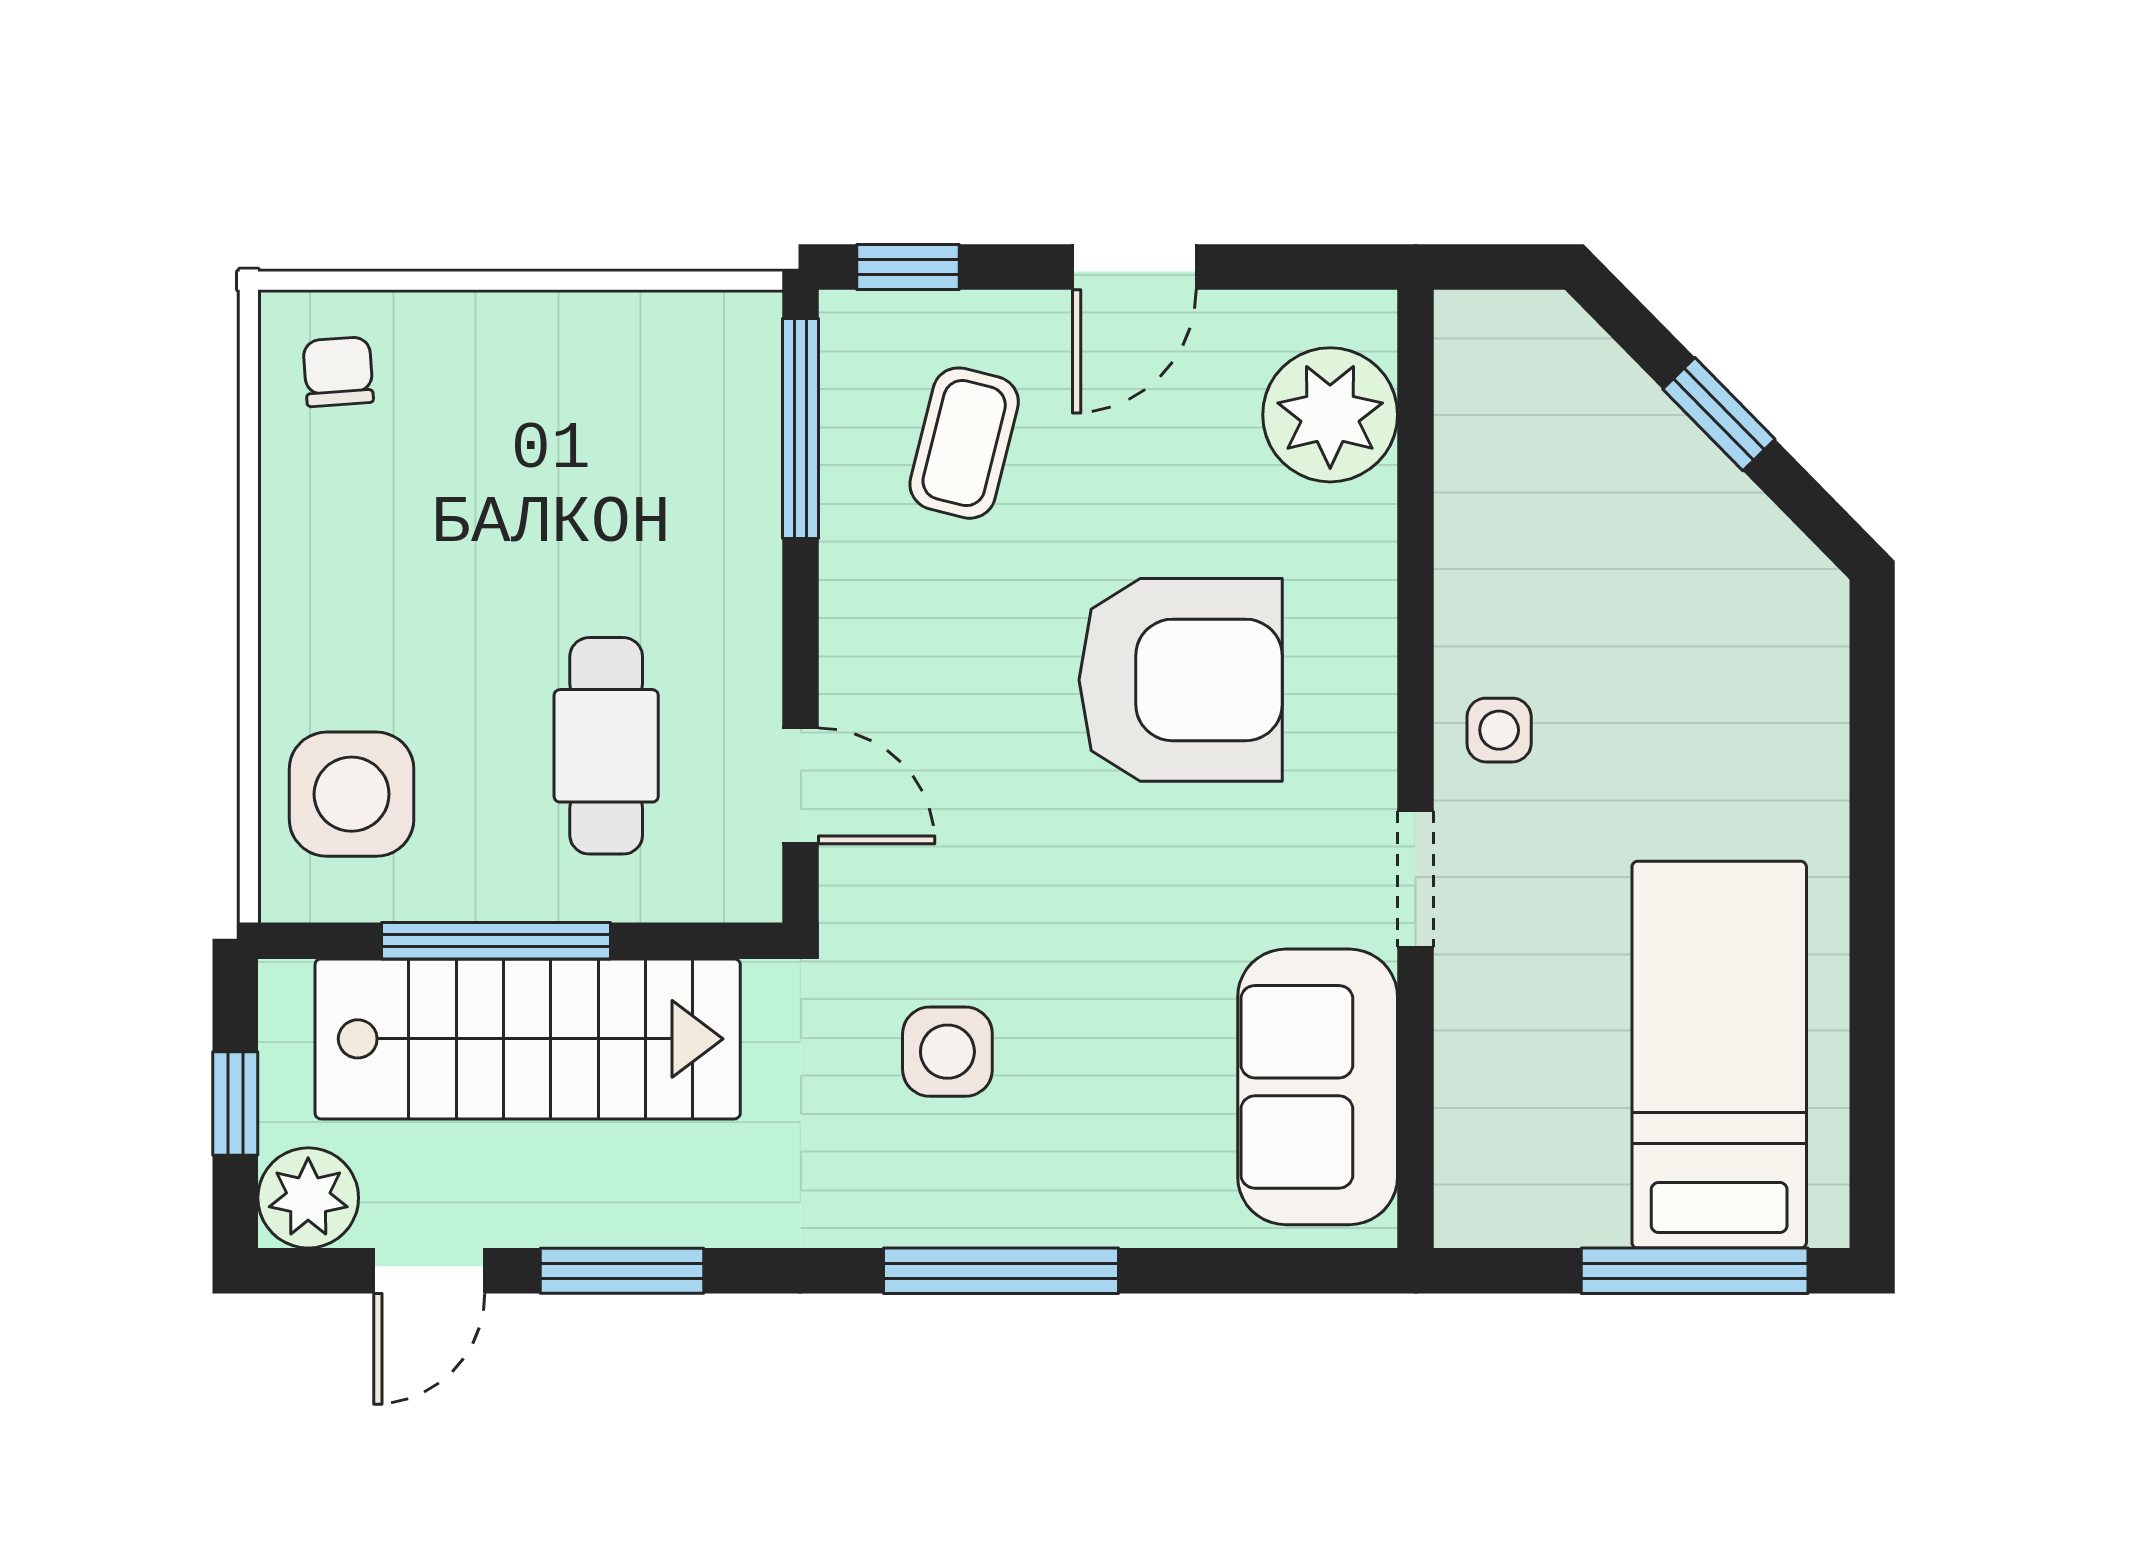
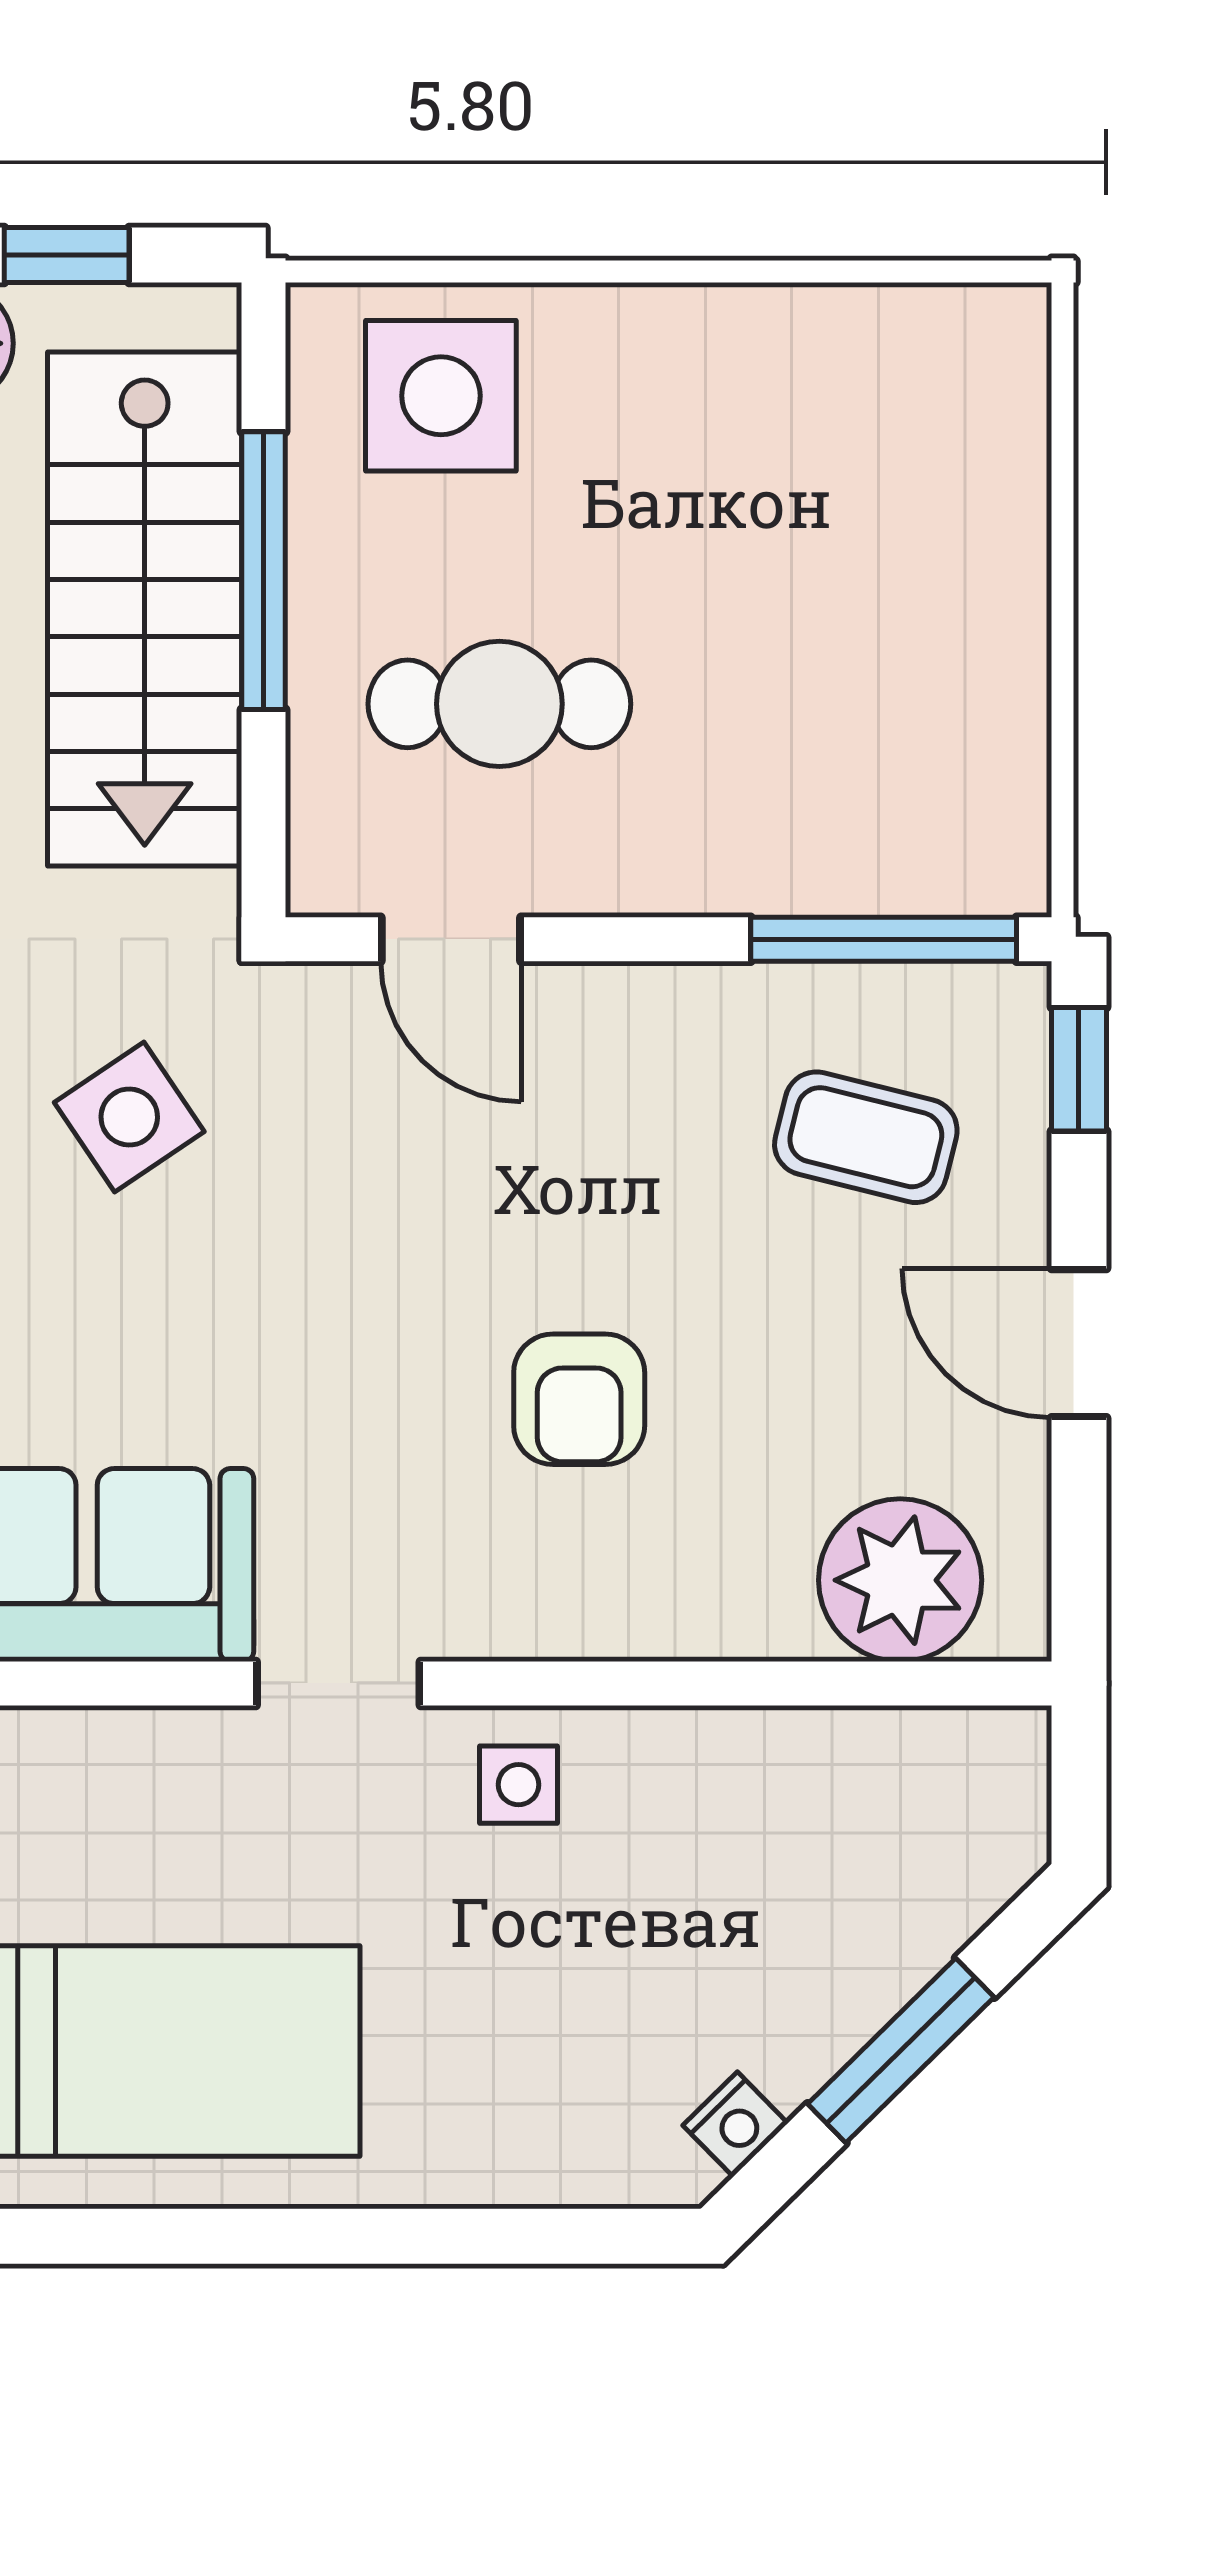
chair: (338, 372) -> (952, 380), removed
window: (1719, 414) -> (901, 2051), width x1.50
nightstand: (1780, 551) -> (735, 2124), added
armchair: (1181, 680) -> (579, 1399), width x0.53, depth x0.53
door: (801, 786) -> (451, 939), hinge flipped
side table: (947, 1052) -> (129, 1117), turned -34

